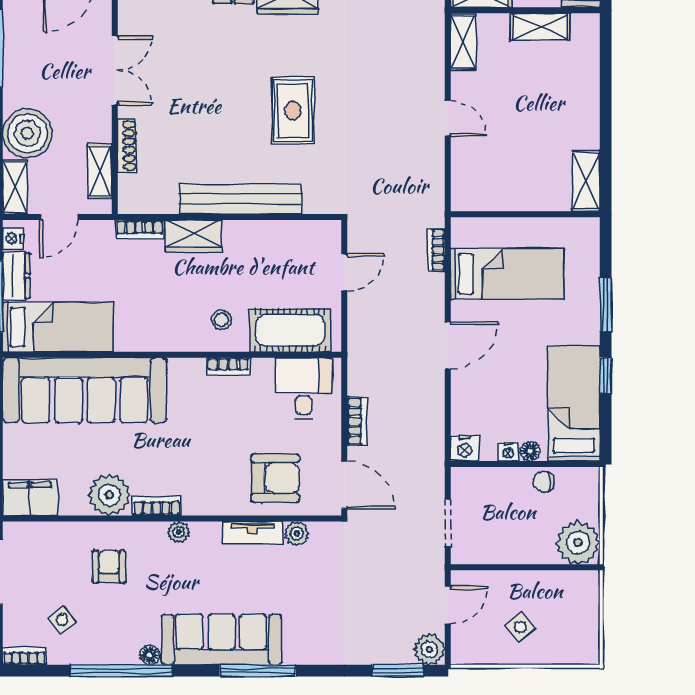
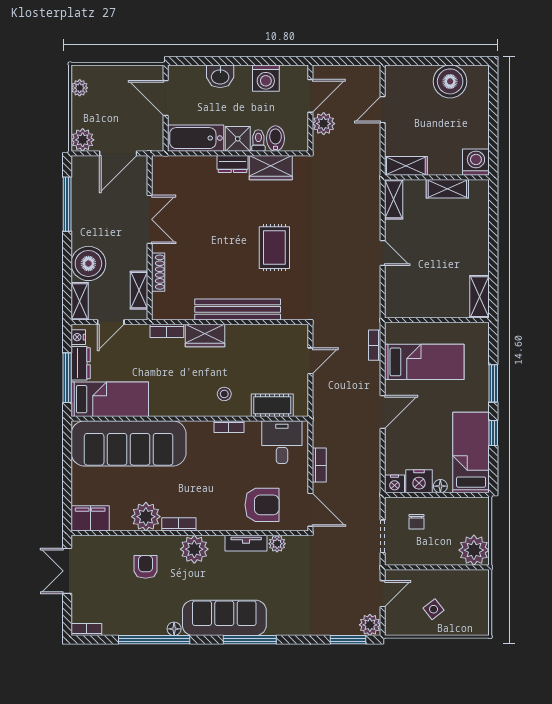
cot: (290, 330) -> (272, 405), width x0.73, depth x0.75
nightstand: (508, 452) -> (419, 481), width x1.89, depth x1.79
chair: (544, 482) -> (416, 522), moved, turned -90
plant: (179, 532) -> (194, 549), width x1.88, depth x1.88
side table: (62, 620) -> (113, 604), removed

